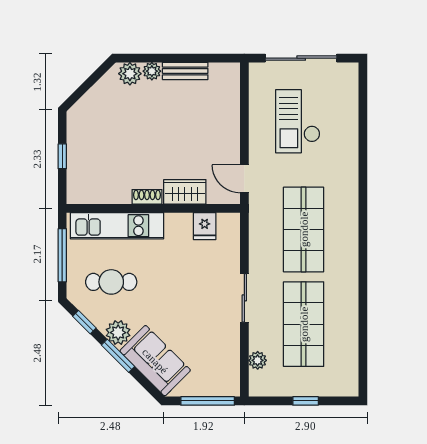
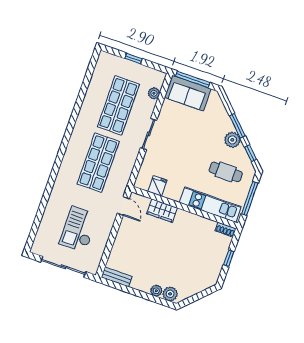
bench: (185, 71) -> (117, 277), moved
checkout: (298, 121) -> (79, 229), turned 180
shoe rack: (147, 197) -> (226, 230), moved
sofa: (155, 361) -> (188, 93), moved, turned -45

